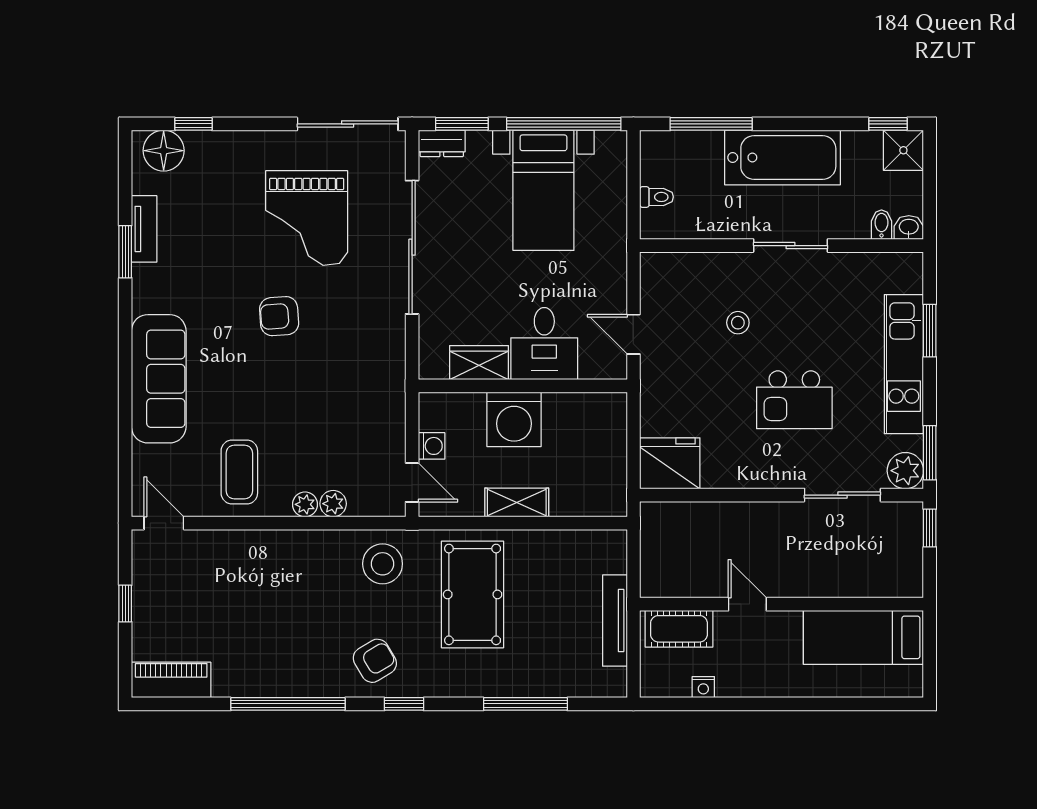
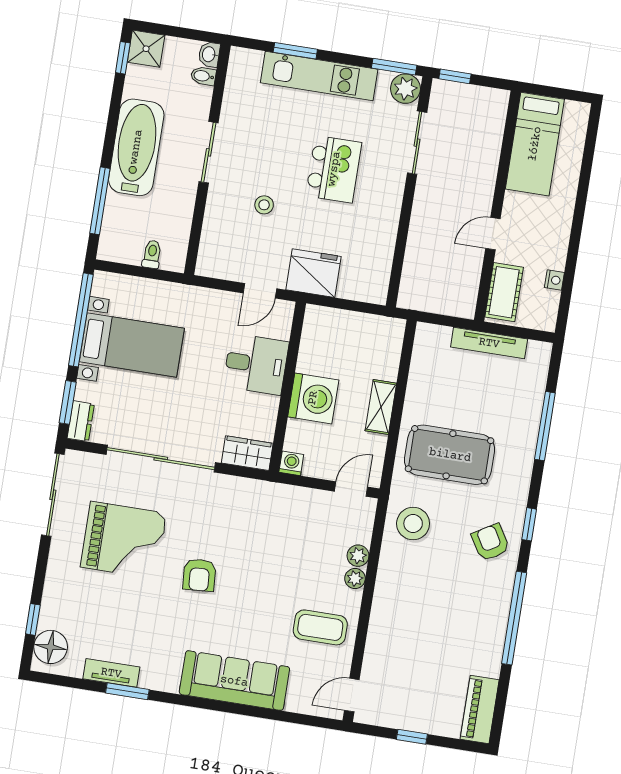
wardrobe: (479, 363) -> (247, 453), moved, turned 90
washing machine: (432, 446) -> (291, 463), moved
fridge: (670, 463) -> (314, 273), moved, turned 90

